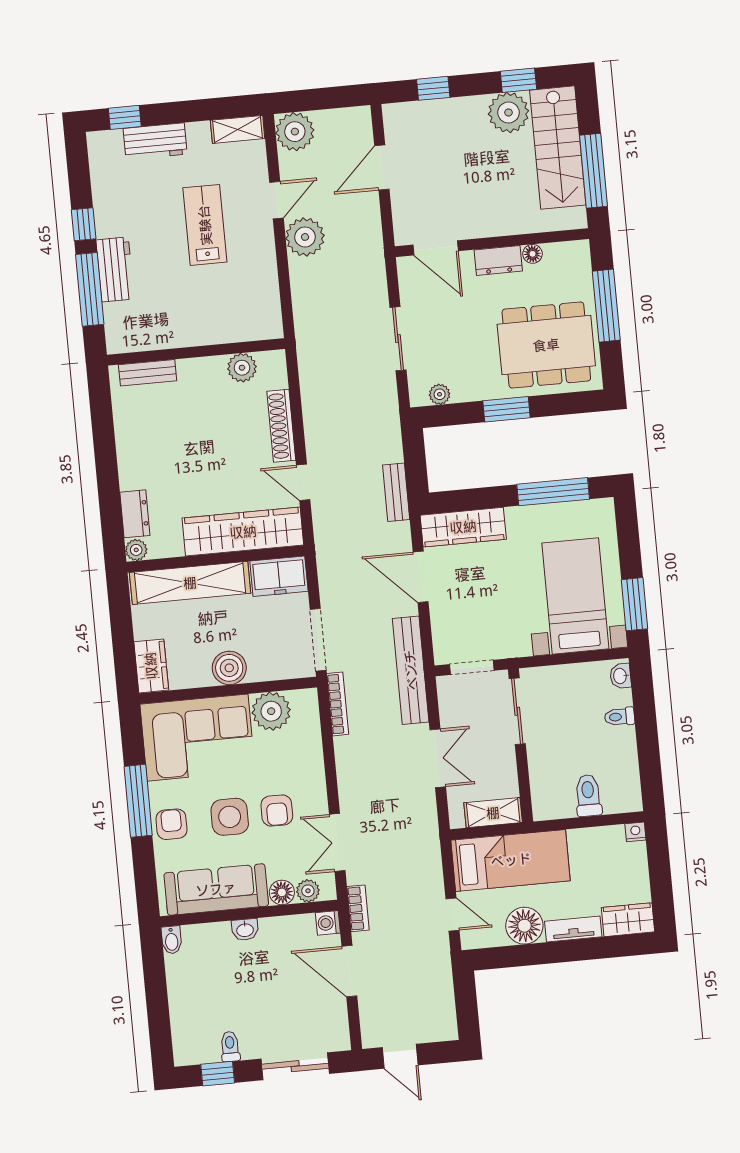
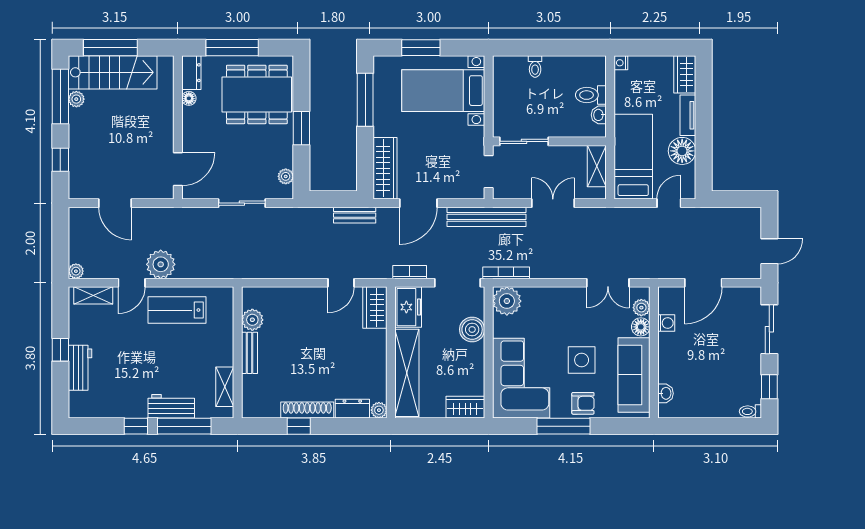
window: (518, 80) -> (60, 97), width x2.17
plant: (509, 112) -> (76, 99), width x0.53, depth x0.53
window: (125, 117) -> (60, 350), moved
shelving: (238, 129) -> (93, 295), moved, turned 90
plant: (295, 132) -> (76, 271), width x0.53, depth x0.53
window: (594, 171) -> (110, 48), moved
door: (276, 200) -> (132, 283), swing flipped
lab bench: (205, 225) -> (177, 310), moved
dresser: (498, 260) -> (191, 73), moved
shelving: (148, 339) -> (225, 387), added
dining table: (546, 345) -> (257, 94), turned 90
bench: (148, 373) -> (249, 353), moved
shoe rack: (281, 426) -> (307, 410), moved, turned 180
window: (104, 444) -> (299, 426), added
wardrobe: (243, 532) -> (375, 308), width x0.48, depth x0.85
window: (635, 604) -> (421, 48), moved
boiler: (229, 668) -> (472, 329), moved
washbasin: (621, 676) -> (599, 115), moved, turned 90
plant: (271, 711) -> (507, 301), moved
armchair: (277, 810) -> (580, 325), removed
armchair: (171, 824) -> (583, 403), turned 180
bookcase: (358, 908) -> (410, 272), moved
washing machine: (328, 923) -> (666, 323), moved, turned -90
washbasin: (245, 930) -> (666, 393), moved
bidet: (172, 940) -> (668, 411), removed
toilet: (230, 1047) -> (750, 411), moved

